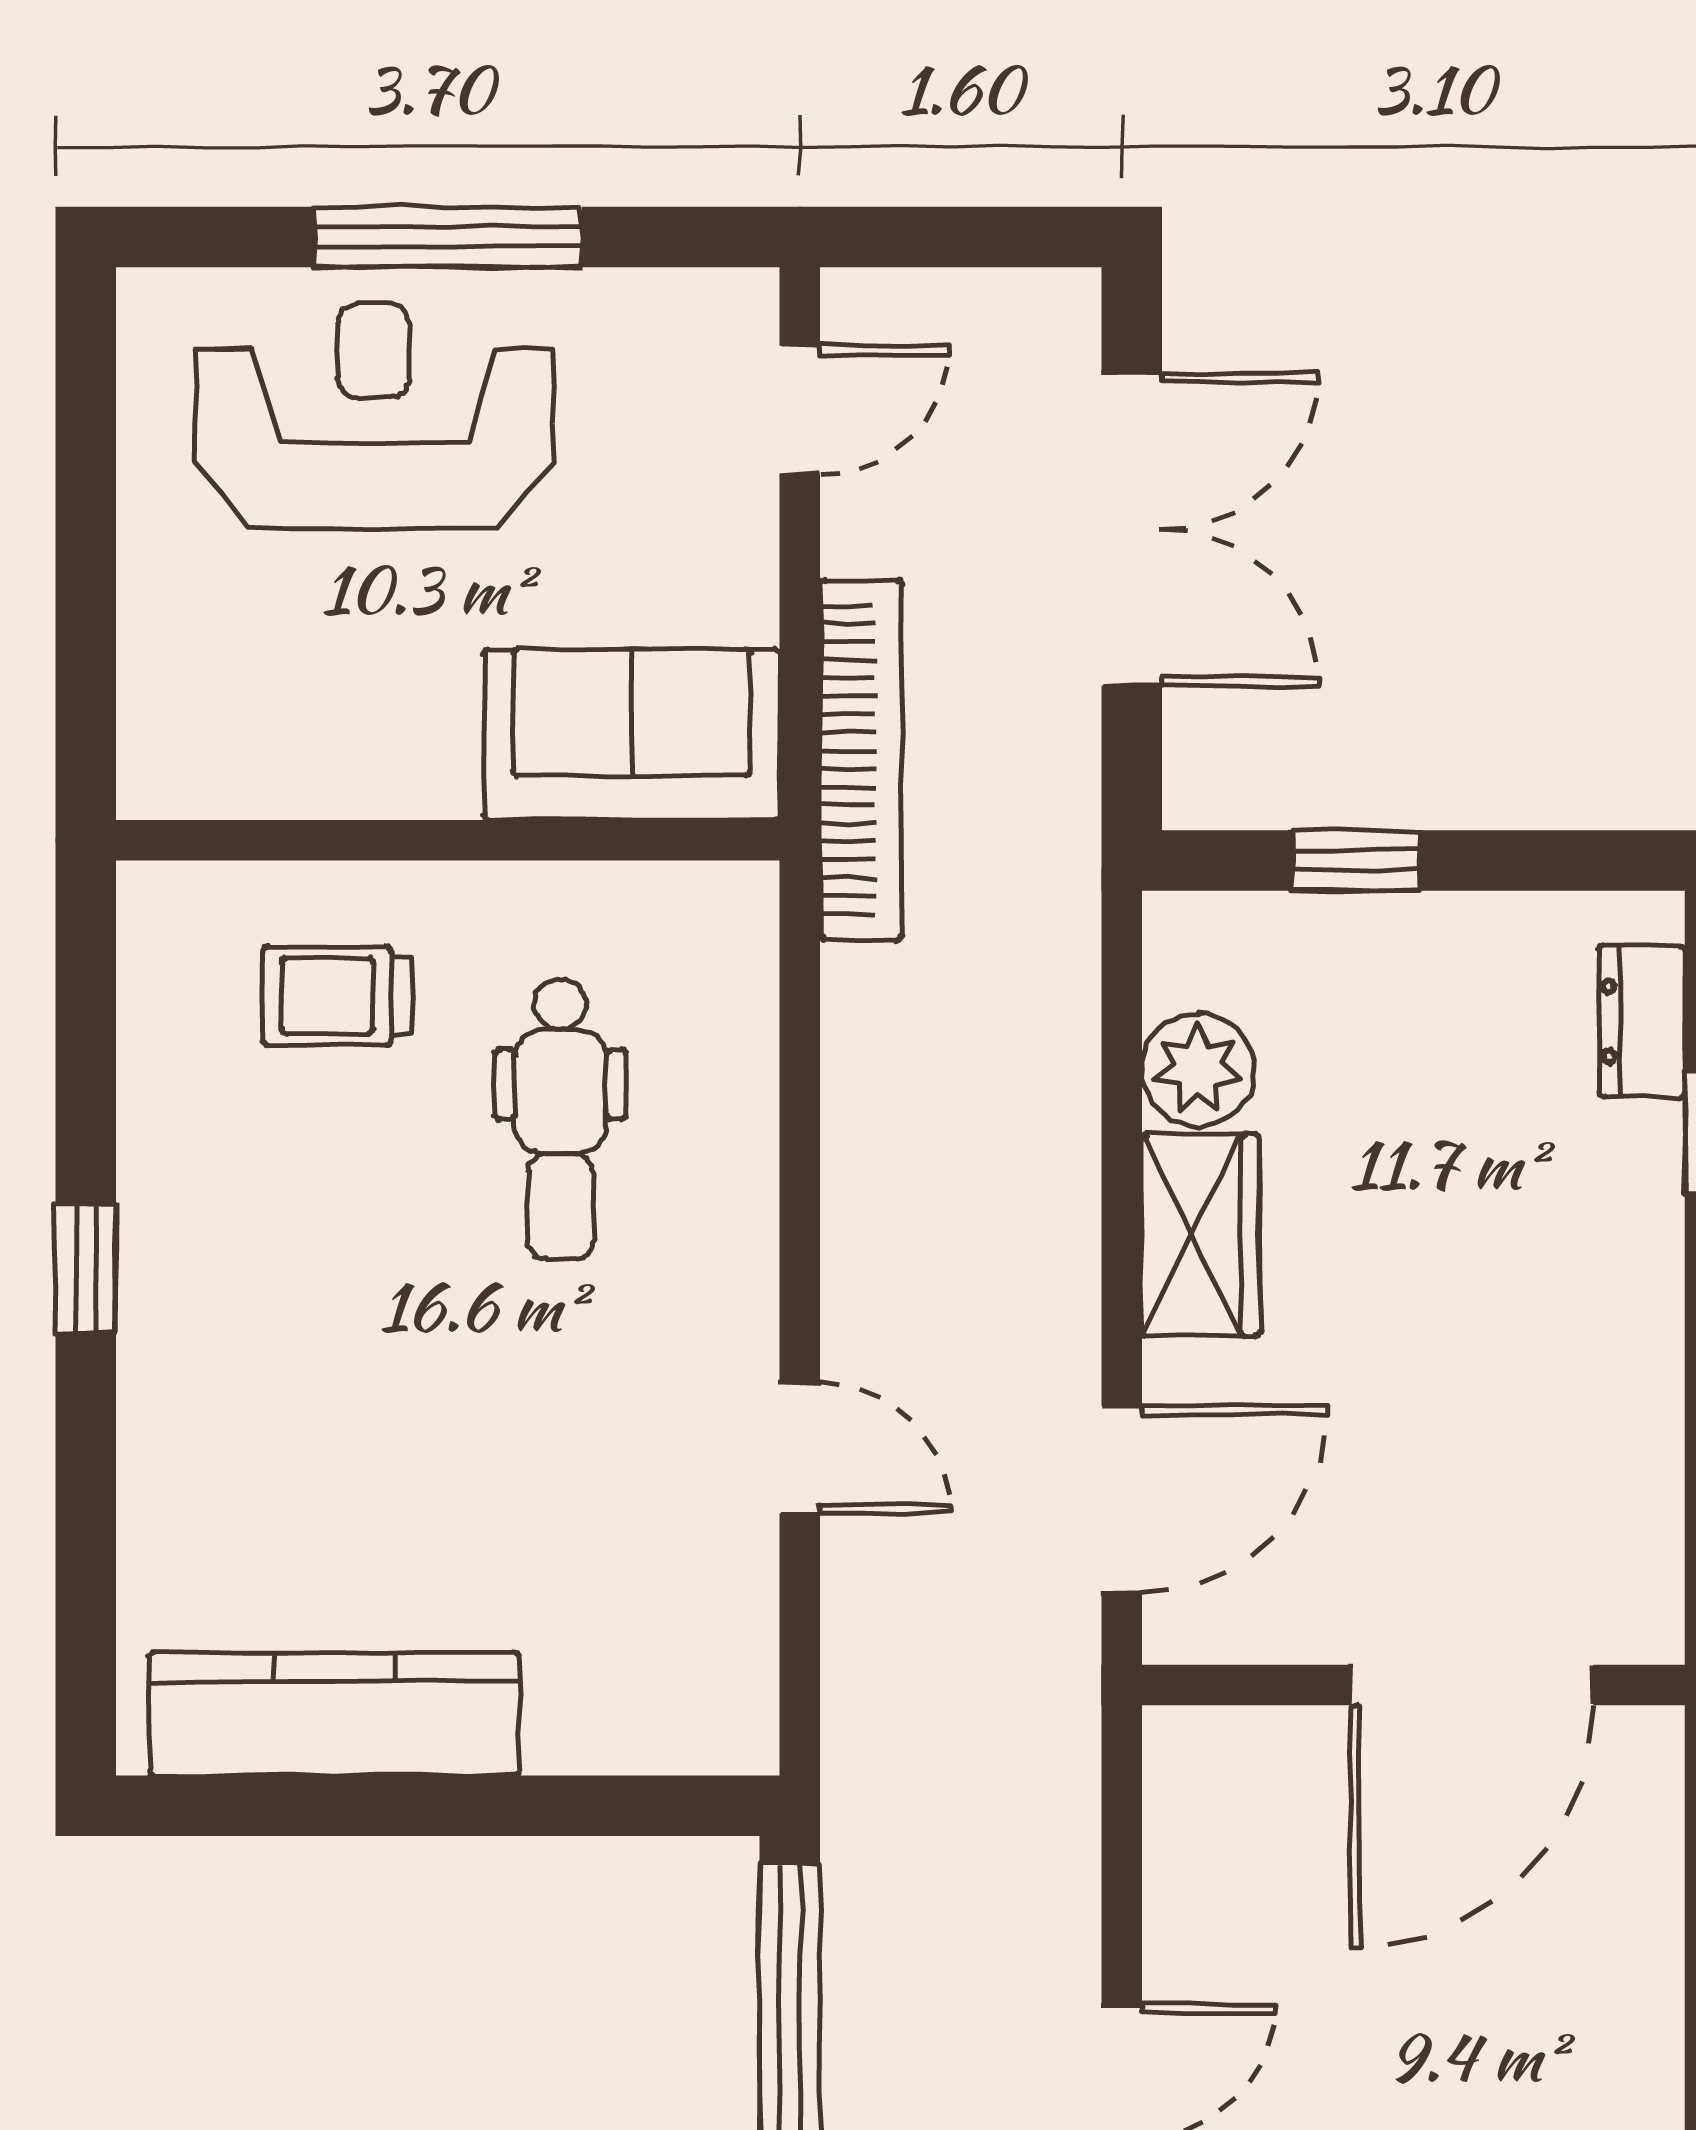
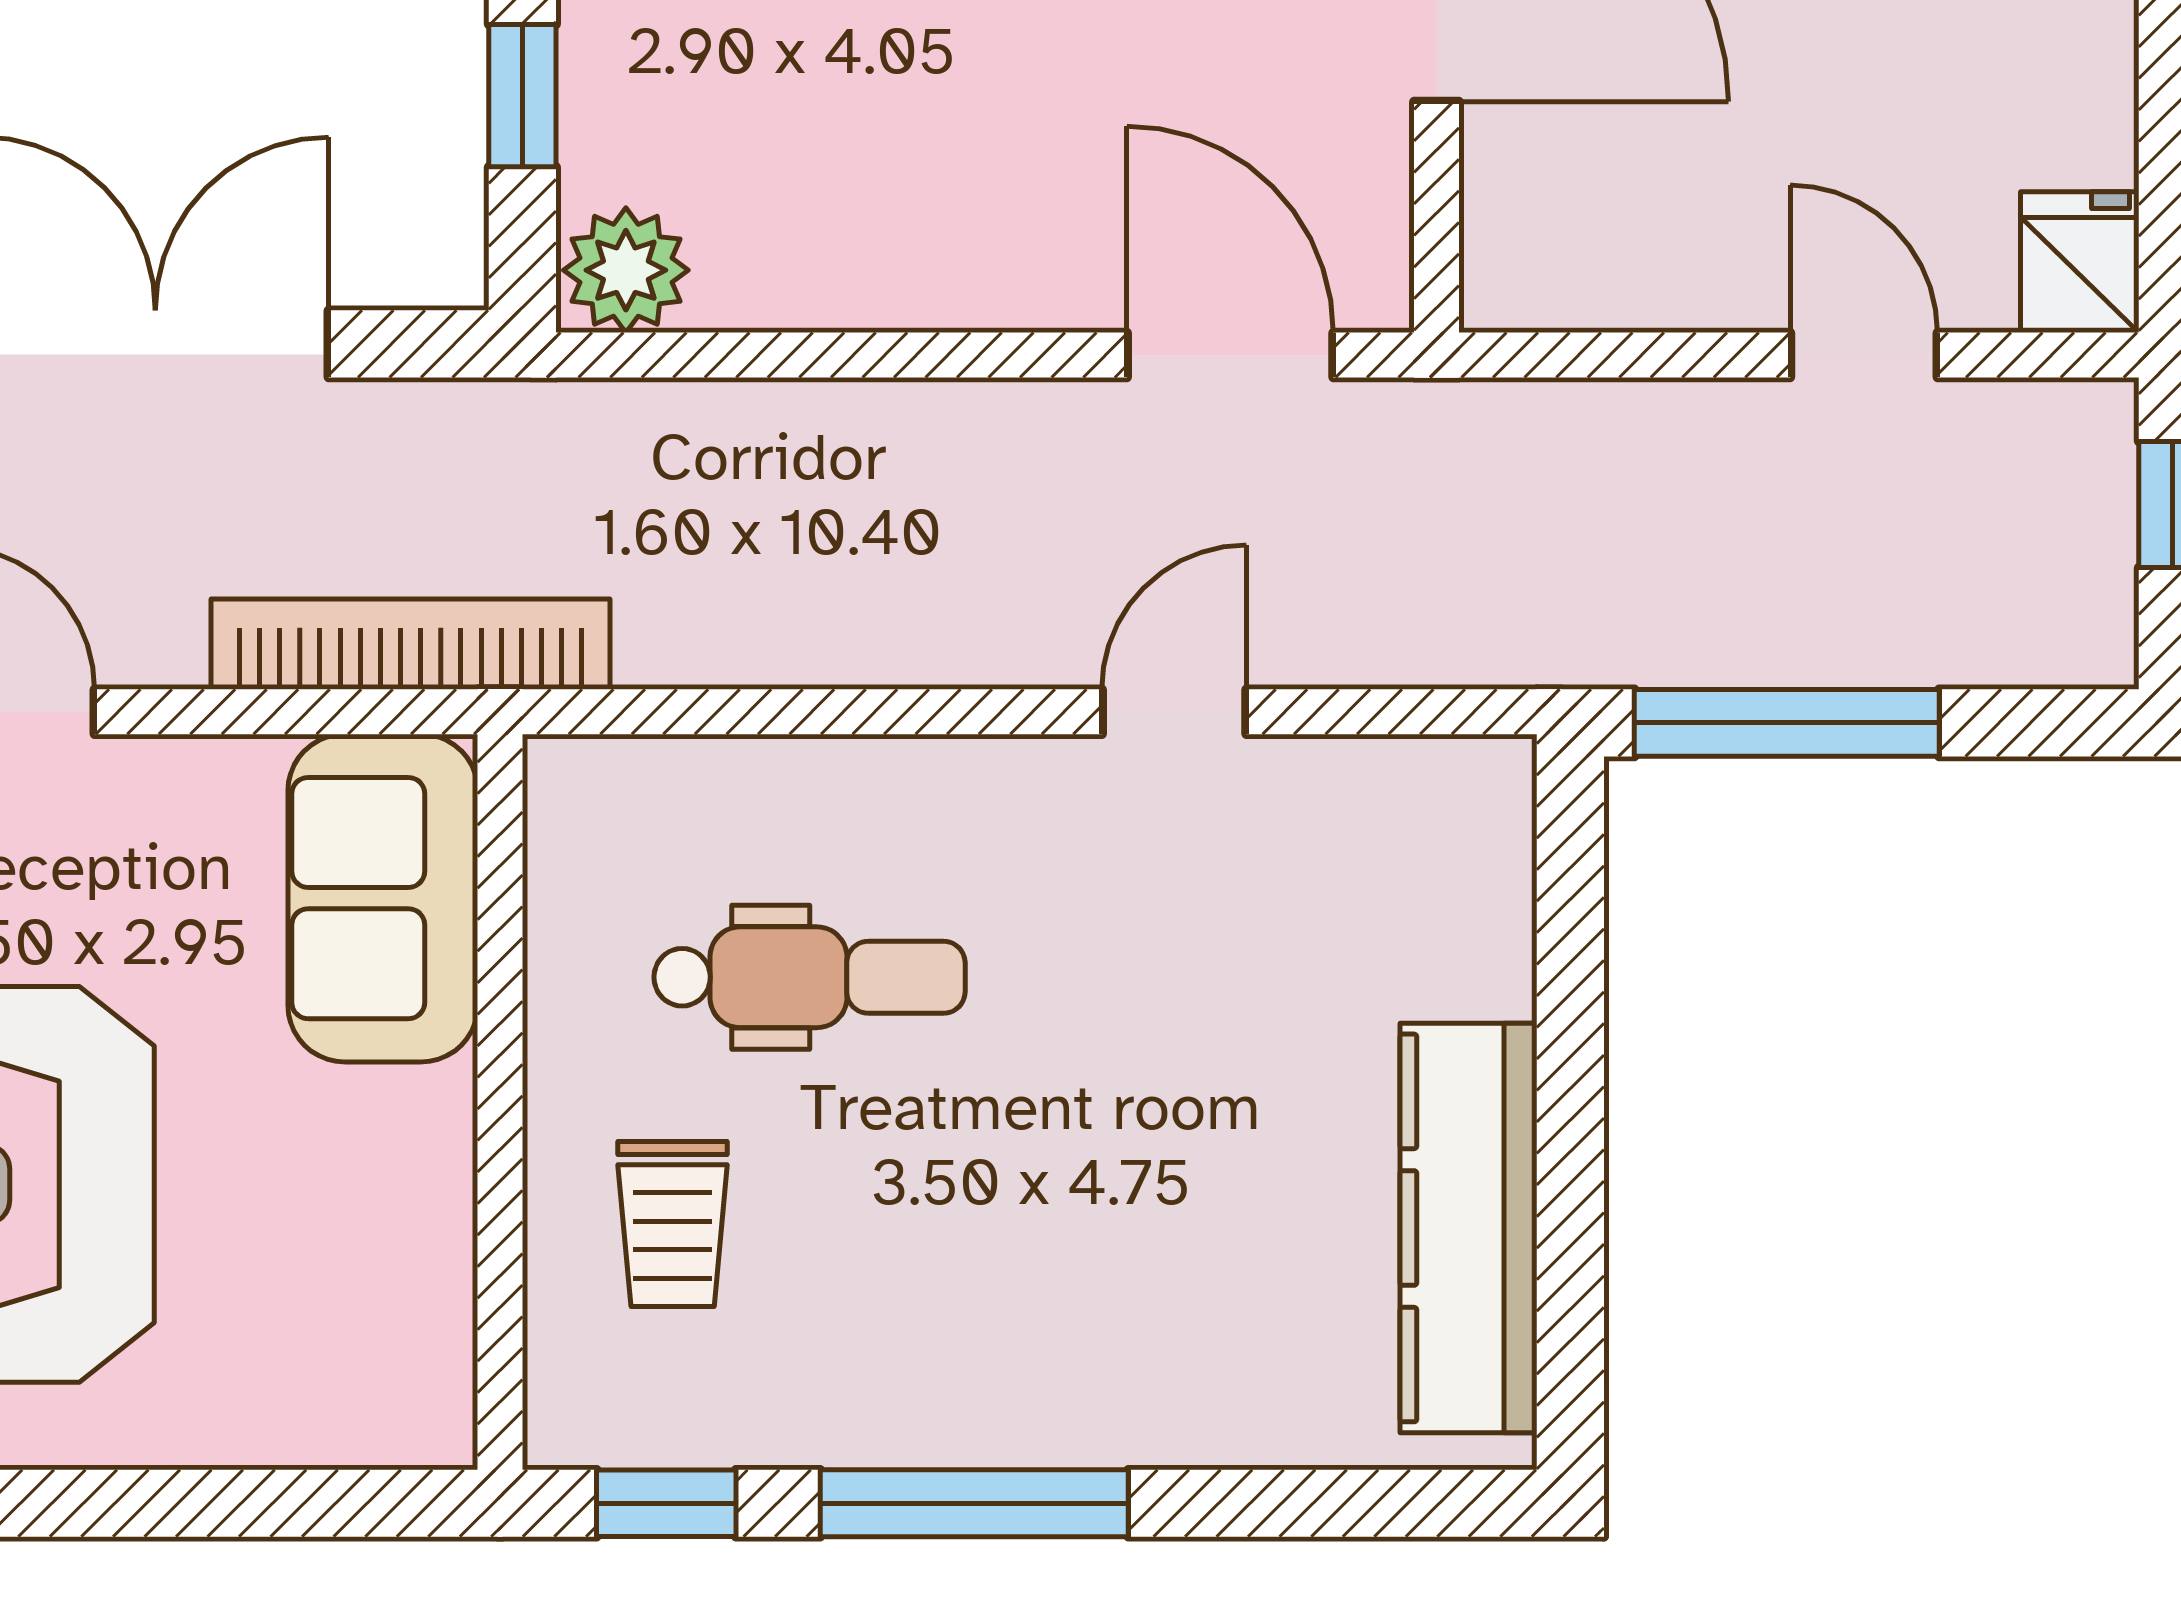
window: (86, 990) -> (666, 1503), added
plant: (1198, 1069) -> (626, 270), moved
wardrobe: (1201, 1235) -> (938, 268), removed
window: (86, 1268) -> (974, 1503), width x2.17

